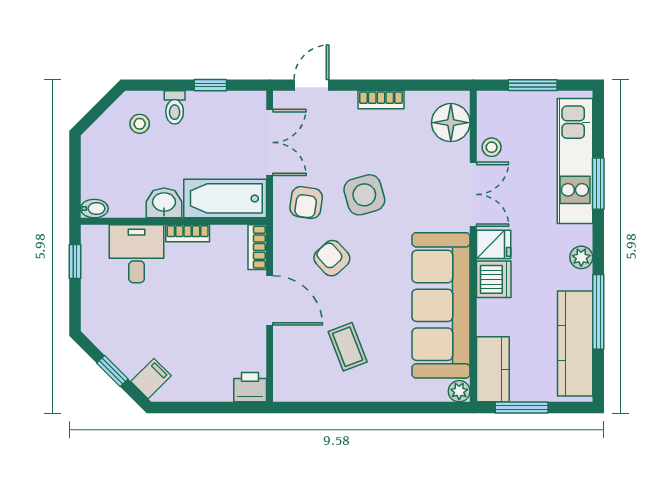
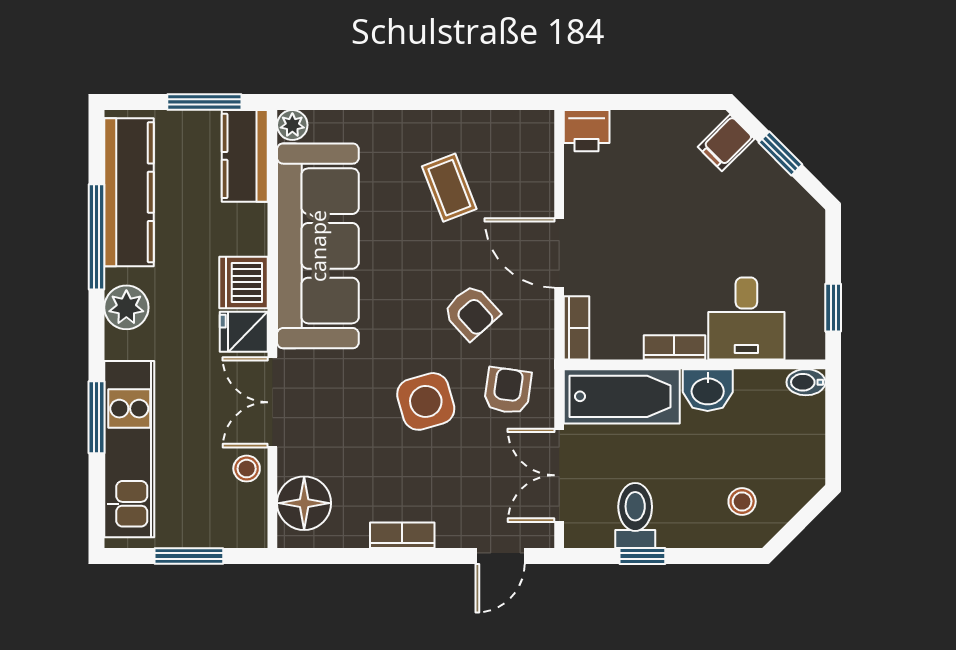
toilet: (175, 107) -> (635, 515), moved, width x1.37, depth x1.39
plant: (581, 257) -> (126, 307), width x1.38, depth x1.38

